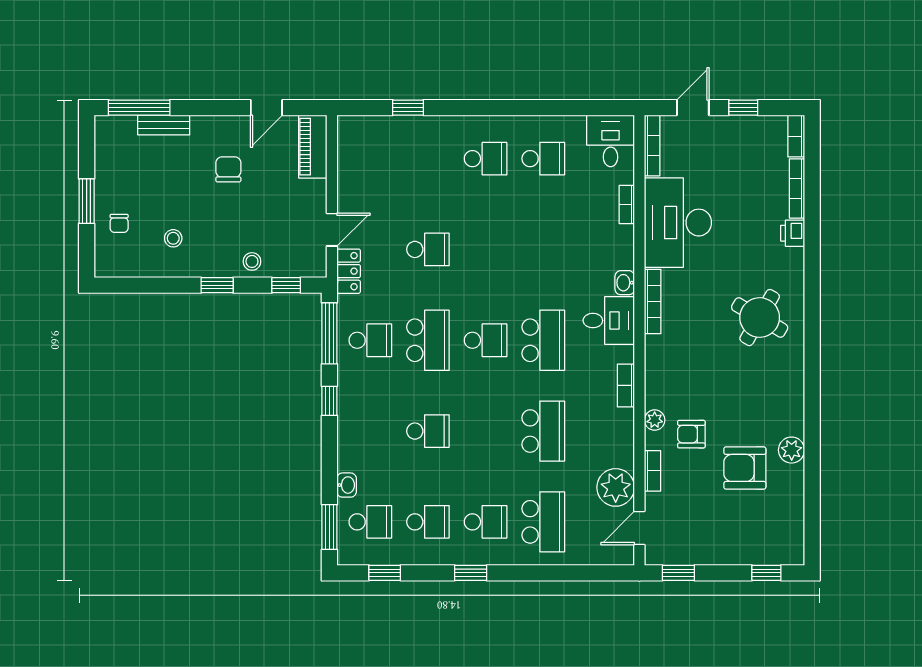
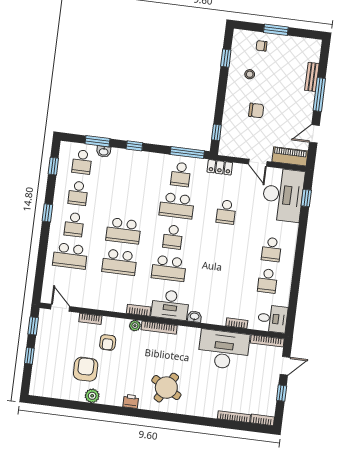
window: (139, 108) -> (319, 95), moved
door: (266, 108) -> (314, 134), hinge flipped
window: (408, 108) -> (306, 198), moved
door: (693, 108) -> (285, 366), hinge flipped
desk: (384, 150) -> (283, 195), added
chair: (228, 169) -> (256, 110), moved
door: (332, 230) -> (258, 163), moved
printer: (793, 233) -> (131, 401), moved
stool: (252, 261) -> (232, 115), removed
window: (217, 285) -> (226, 58), moved
bookcase: (653, 301) -> (159, 328), moved
desk: (609, 321) -> (170, 305), width x1.37
window: (329, 401) -> (134, 146), moved
plant: (655, 420) -> (135, 326), moved
school desk: (428, 431) -> (123, 231), moved, width x1.85
armchair: (691, 434) -> (108, 342), turned 180
plant: (616, 487) -> (84, 298), removed
window: (329, 527) -> (98, 141), moved
window: (766, 573) -> (29, 356), moved

